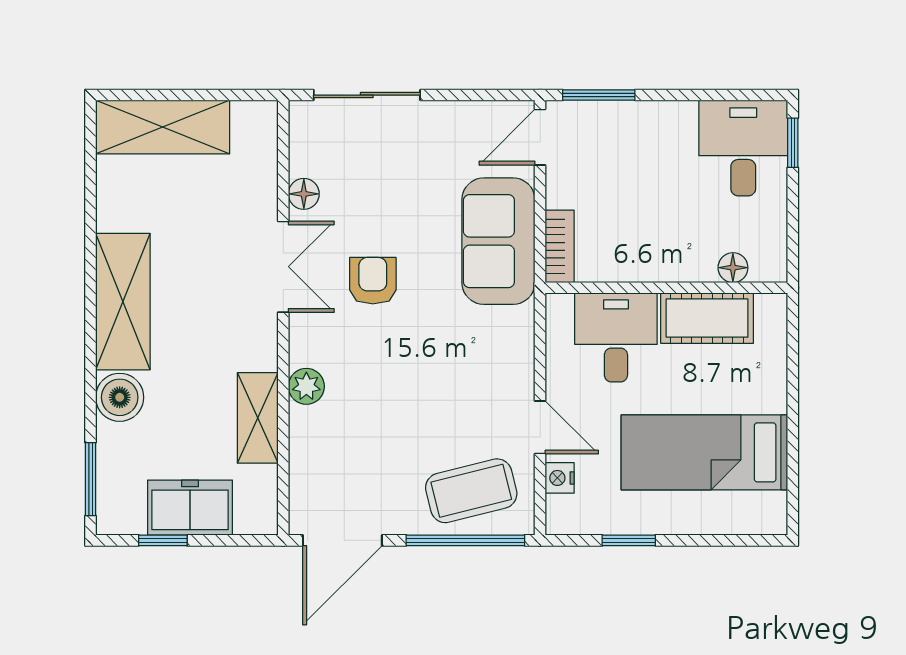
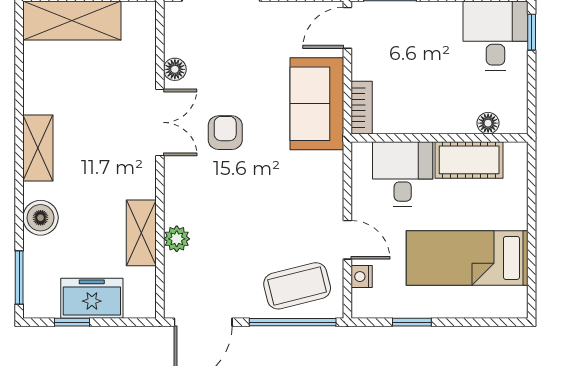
shelving: (123, 302) -> (38, 148), width x0.67, depth x0.75
plant: (306, 386) -> (177, 239), moved

